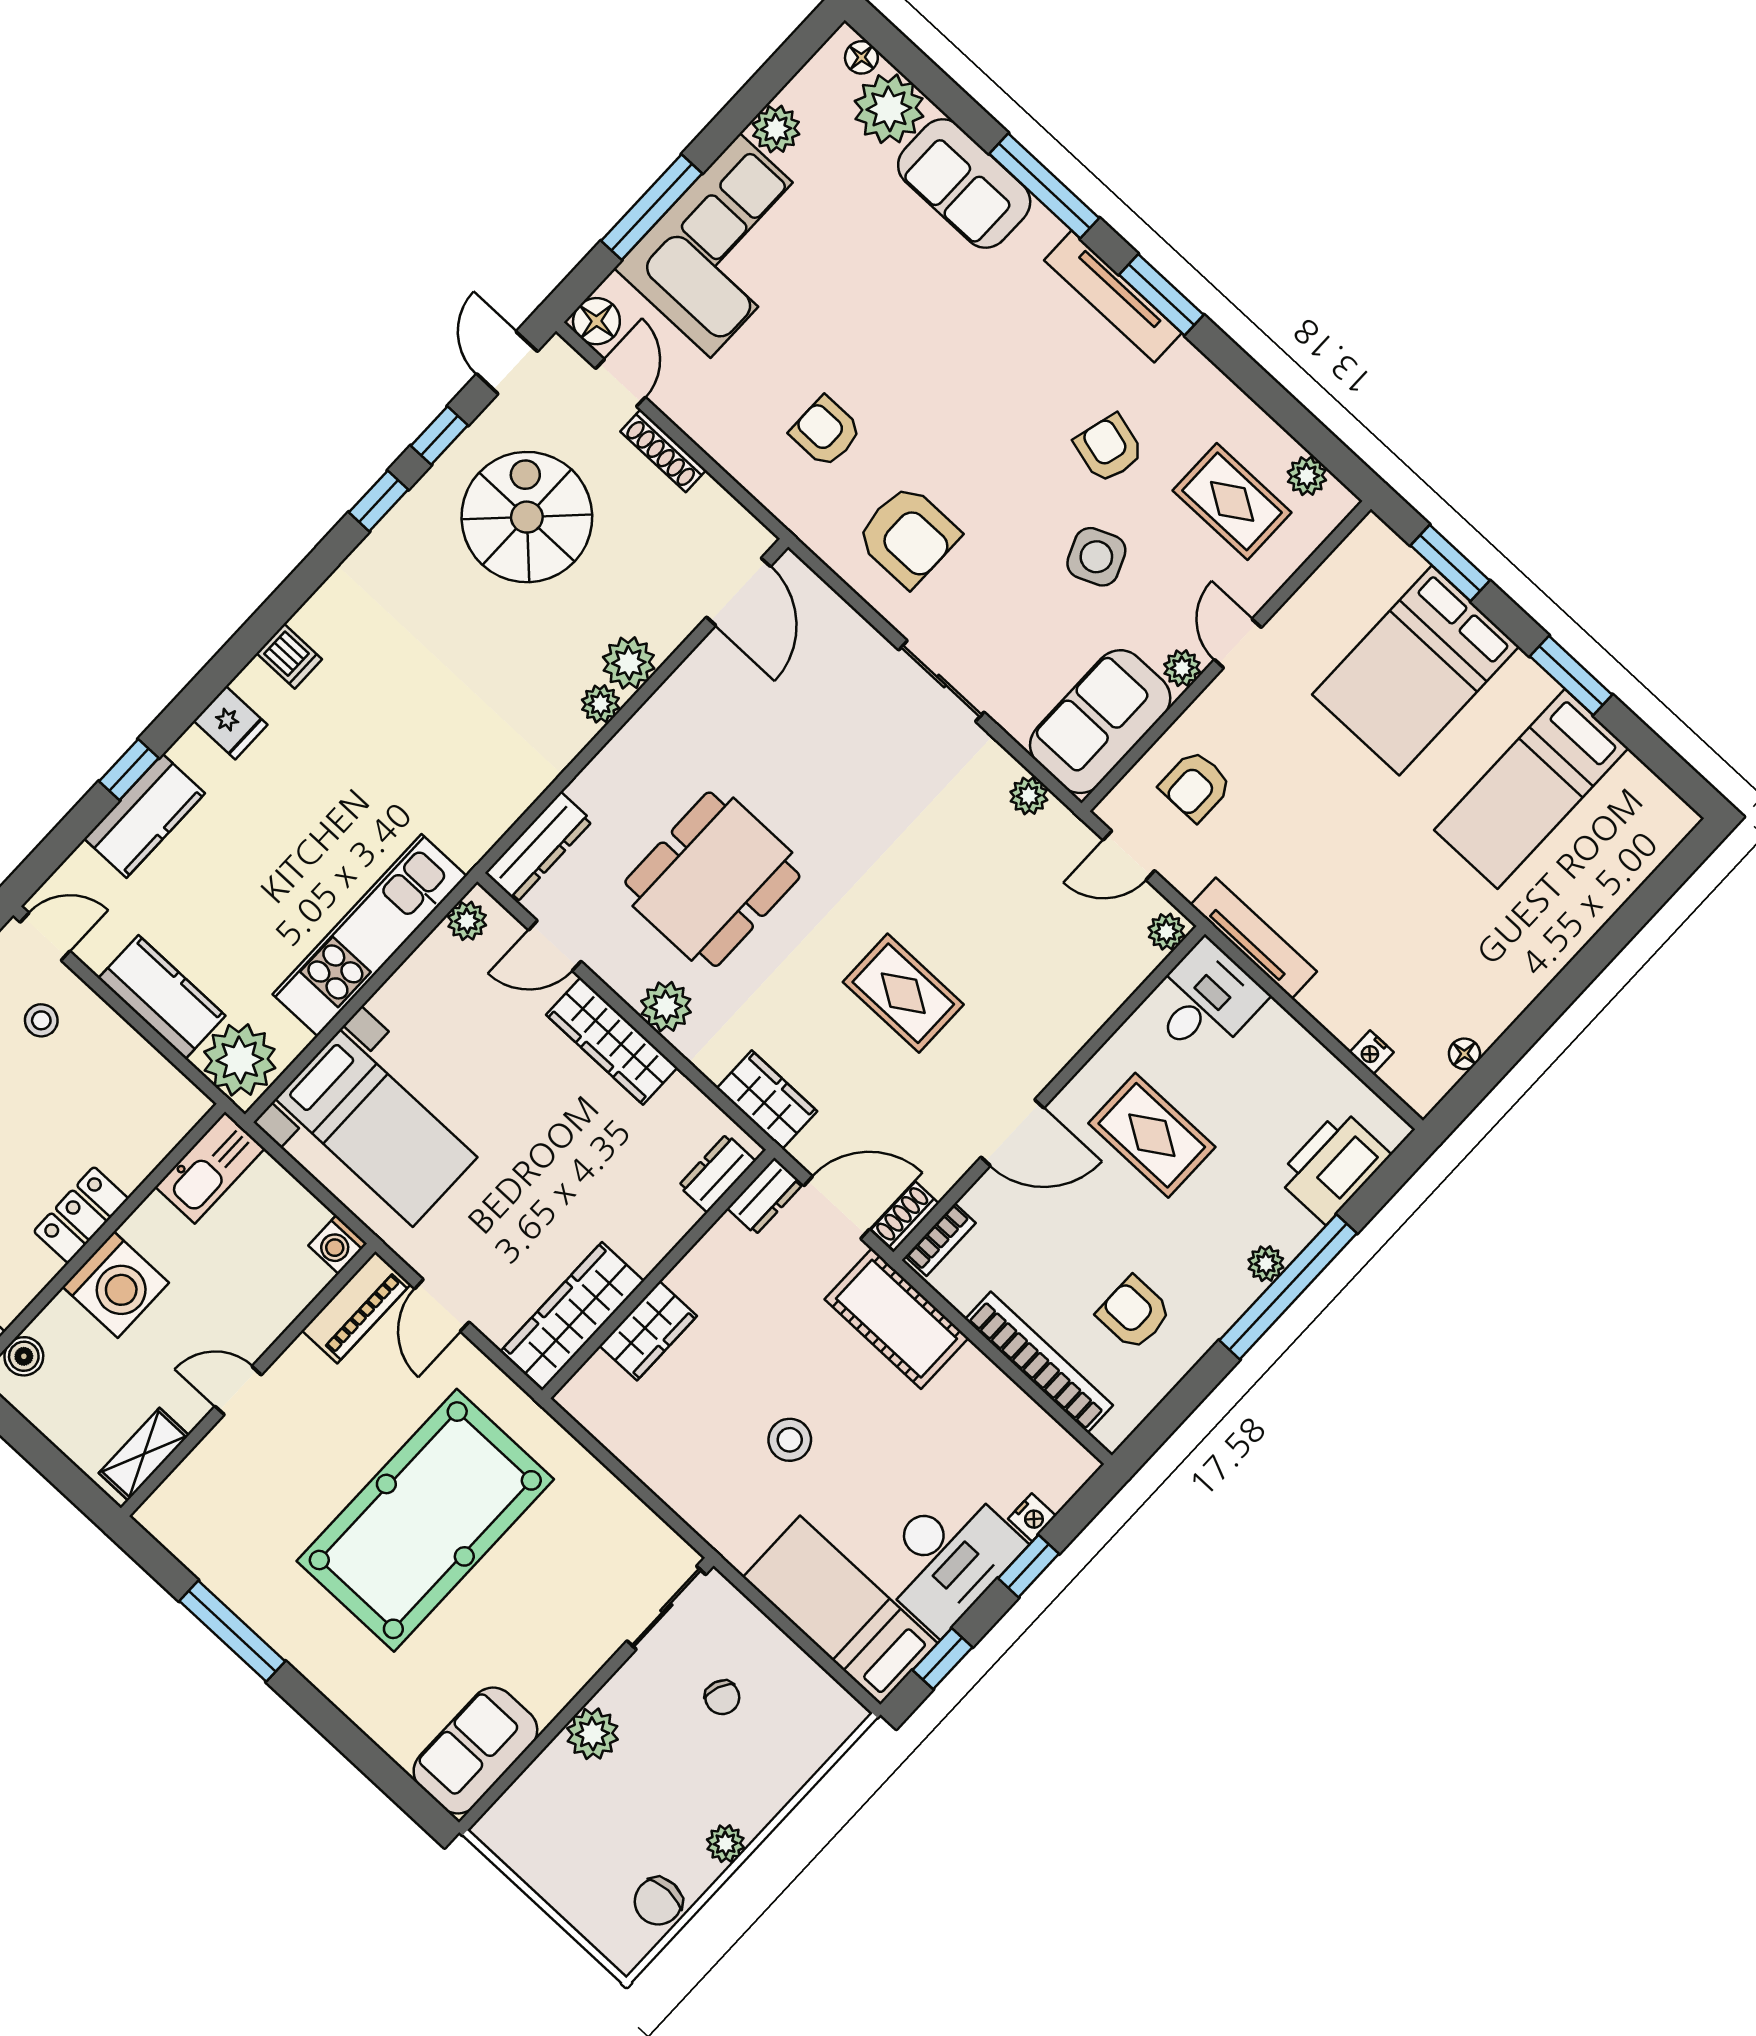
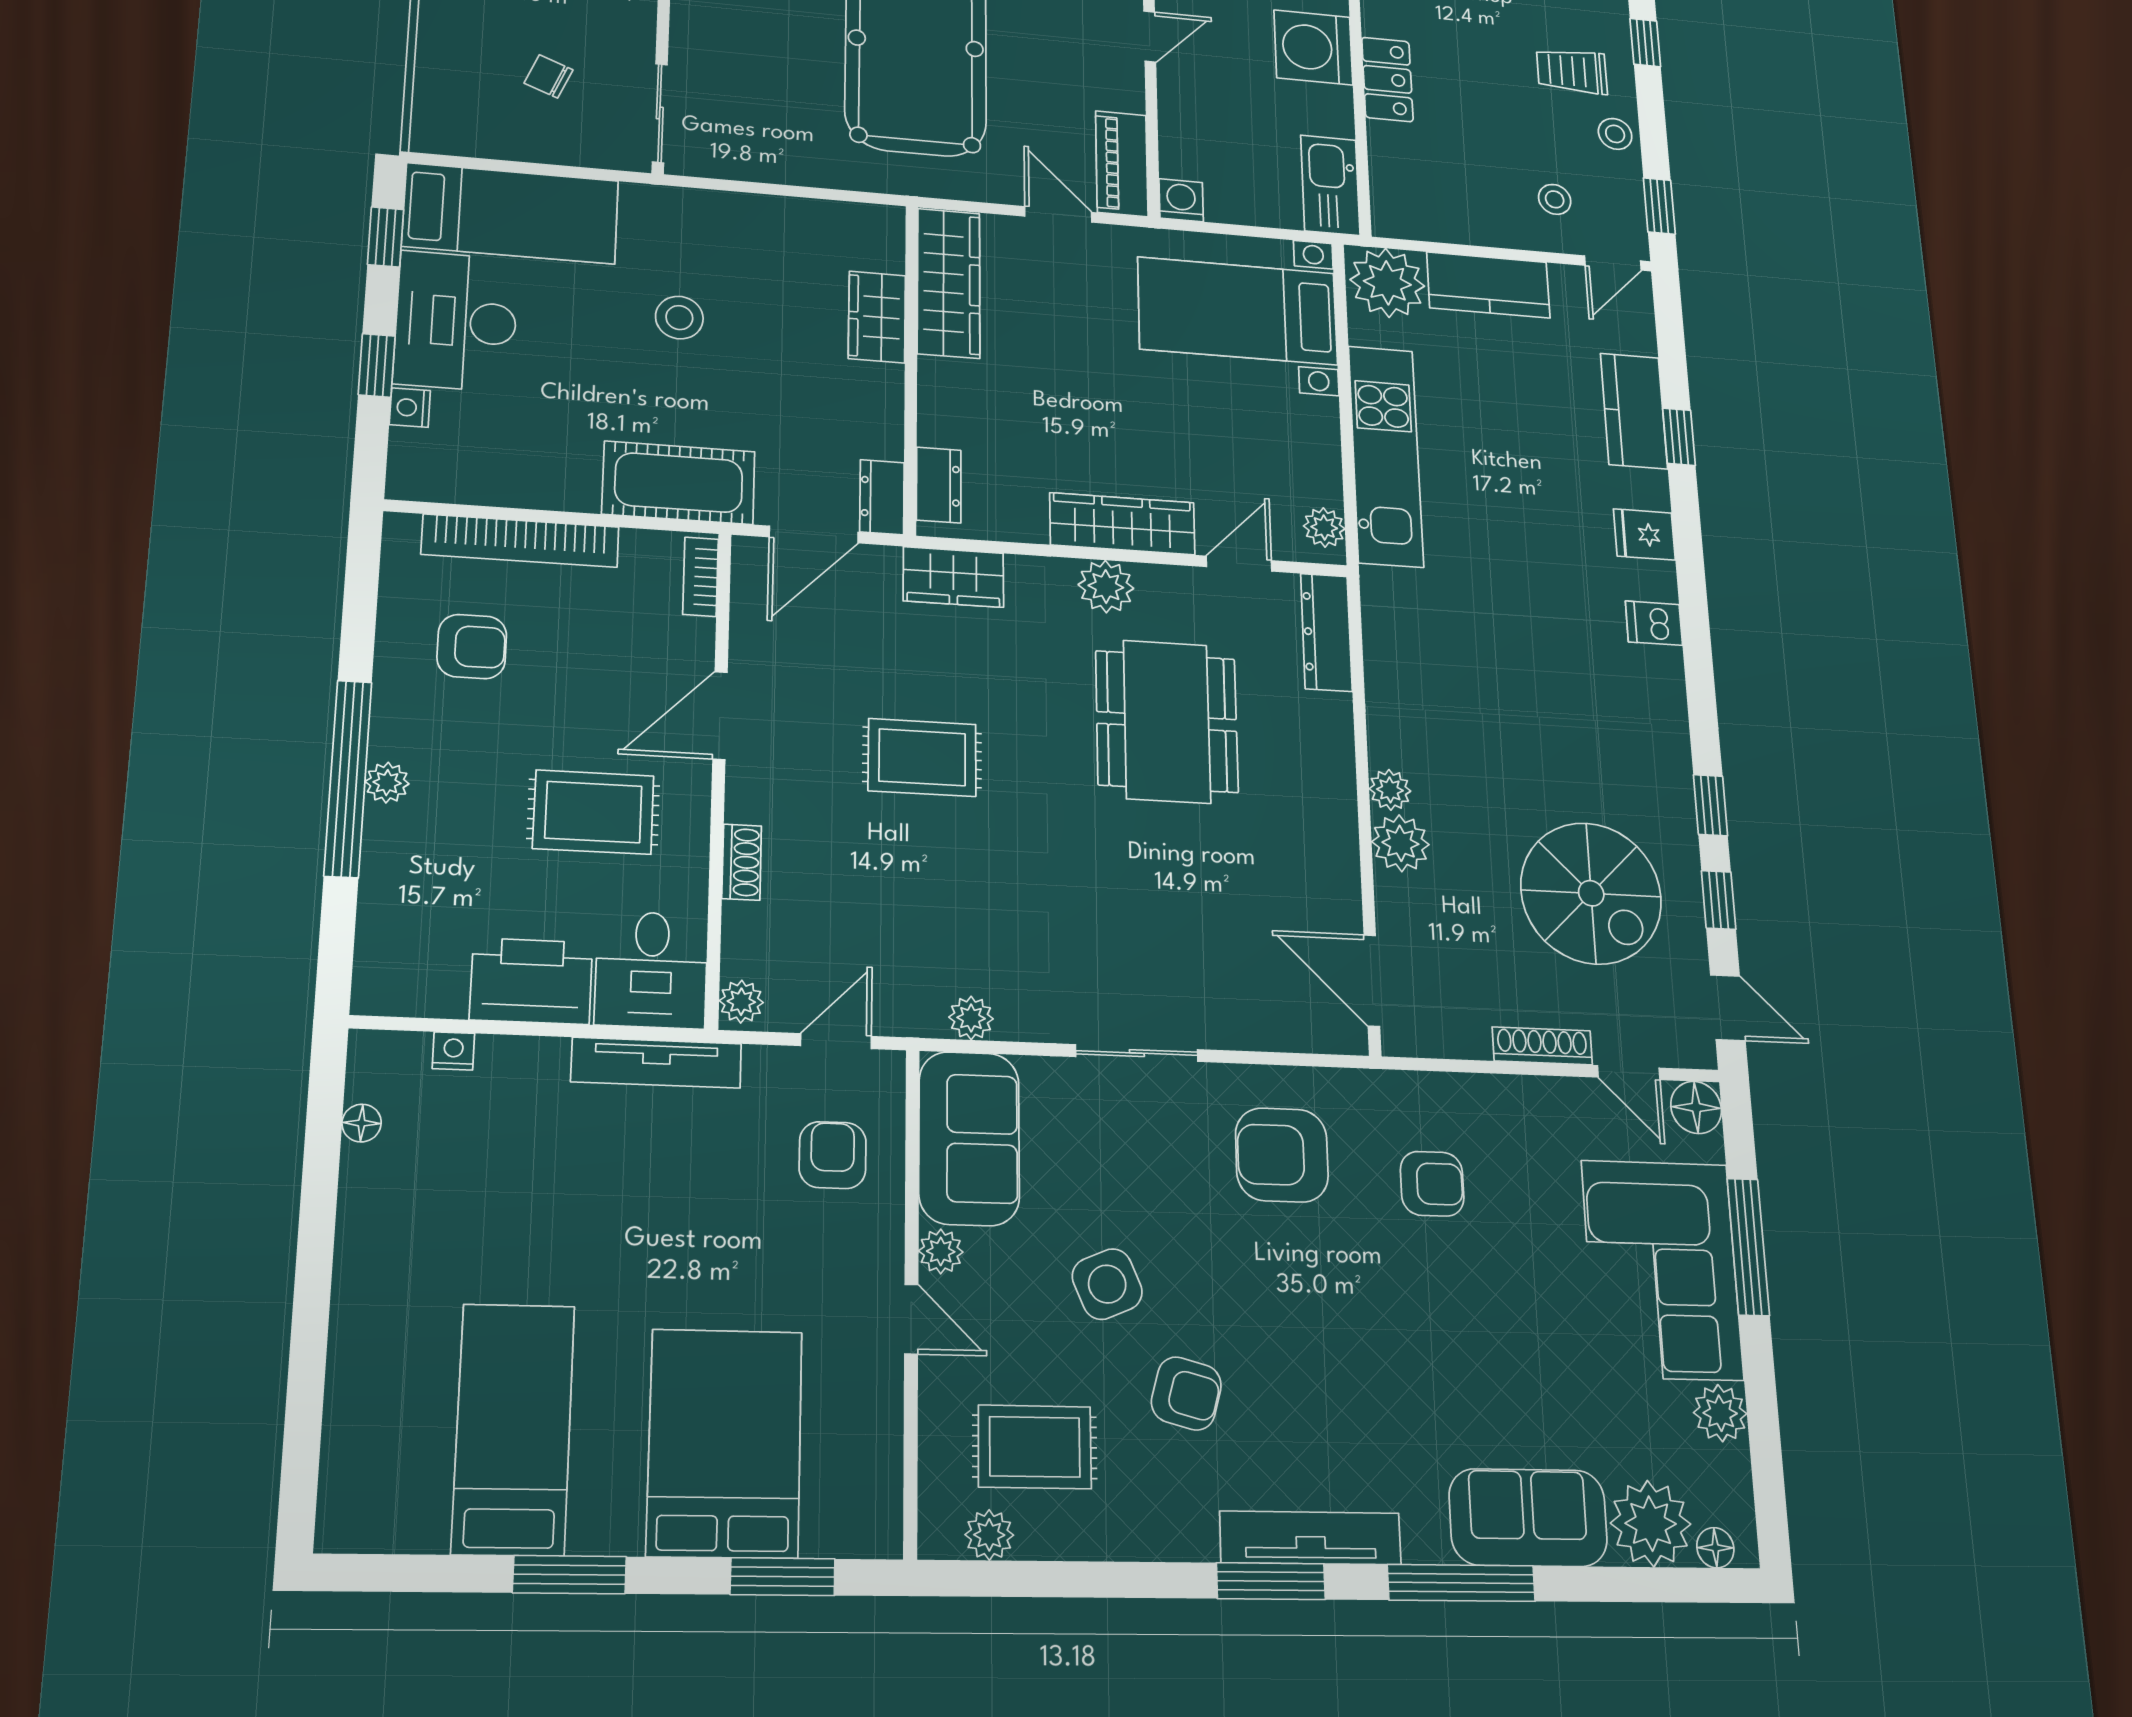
printer: (1333, 1166) -> (531, 981), moved, turned -90
shoe rack: (905, 1216) -> (742, 862), moved

